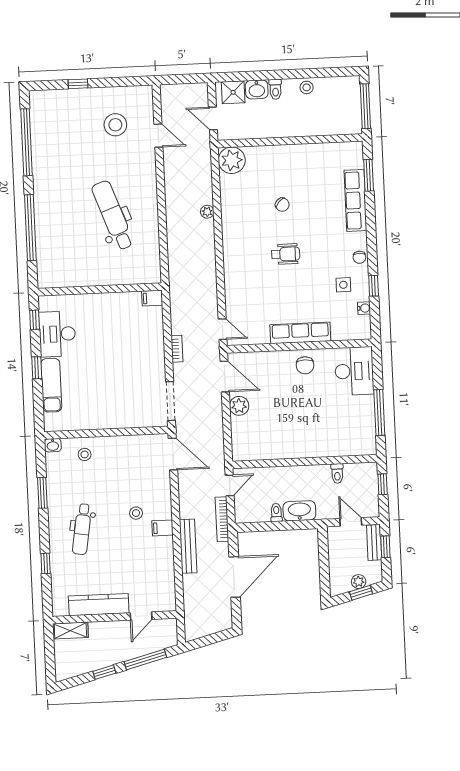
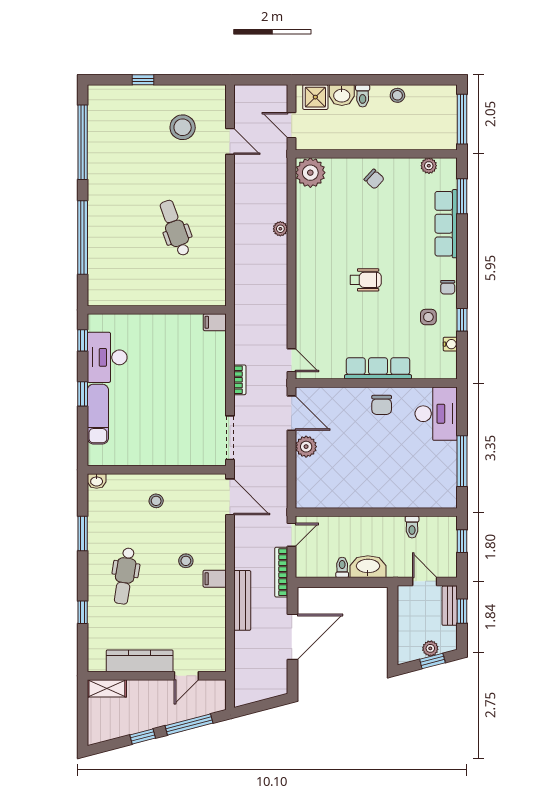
plant: (338, 149) -> (429, 166), added
chair: (282, 205) -> (374, 179), moved
dental chair: (113, 215) -> (175, 228), width x0.73, depth x0.72
stool: (85, 454) -> (156, 501), moved

